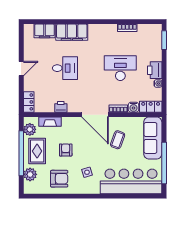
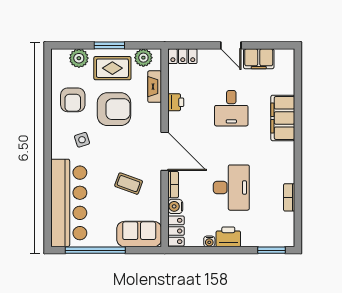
filing cabinet: (44, 31) -> (259, 59), moved, turned -90
door: (95, 115) -> (165, 151), swing flipped
sofa: (153, 138) -> (139, 234), width x0.73
armchair: (66, 150) -> (114, 109), width x1.88, depth x1.88
window: (21, 153) -> (109, 45), width x0.47

